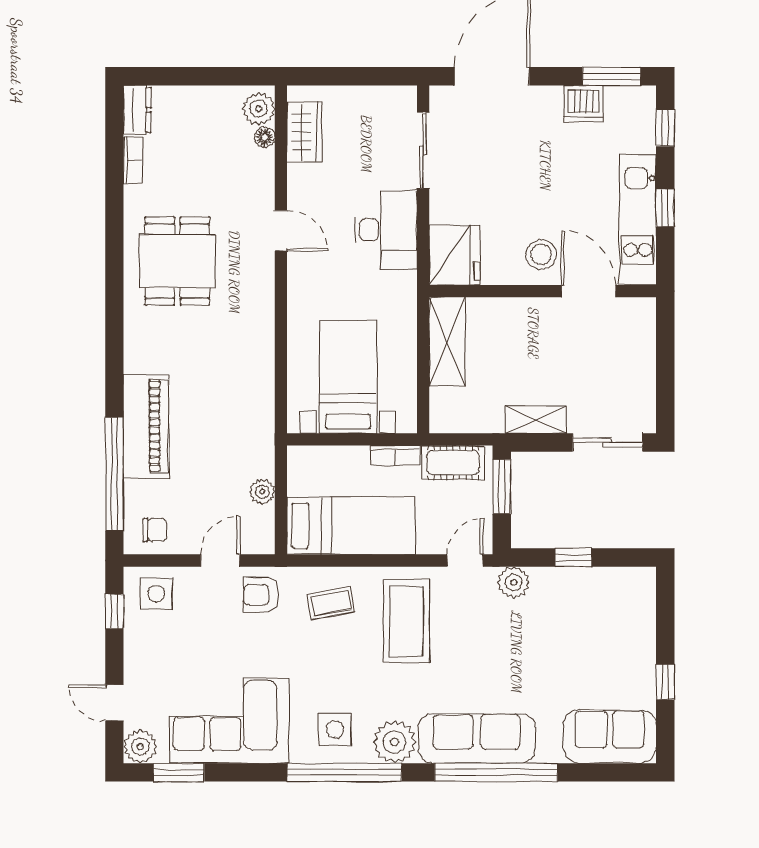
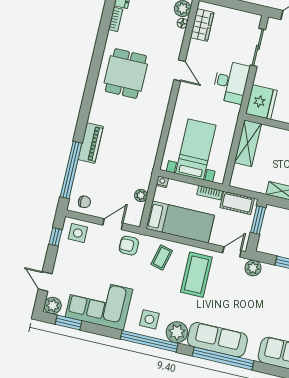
piano: (146, 426) -> (91, 143), width x0.73, depth x0.75
nightstand: (297, 455) -> (162, 182), added
coffee table: (331, 603) -> (162, 257), turned -65

